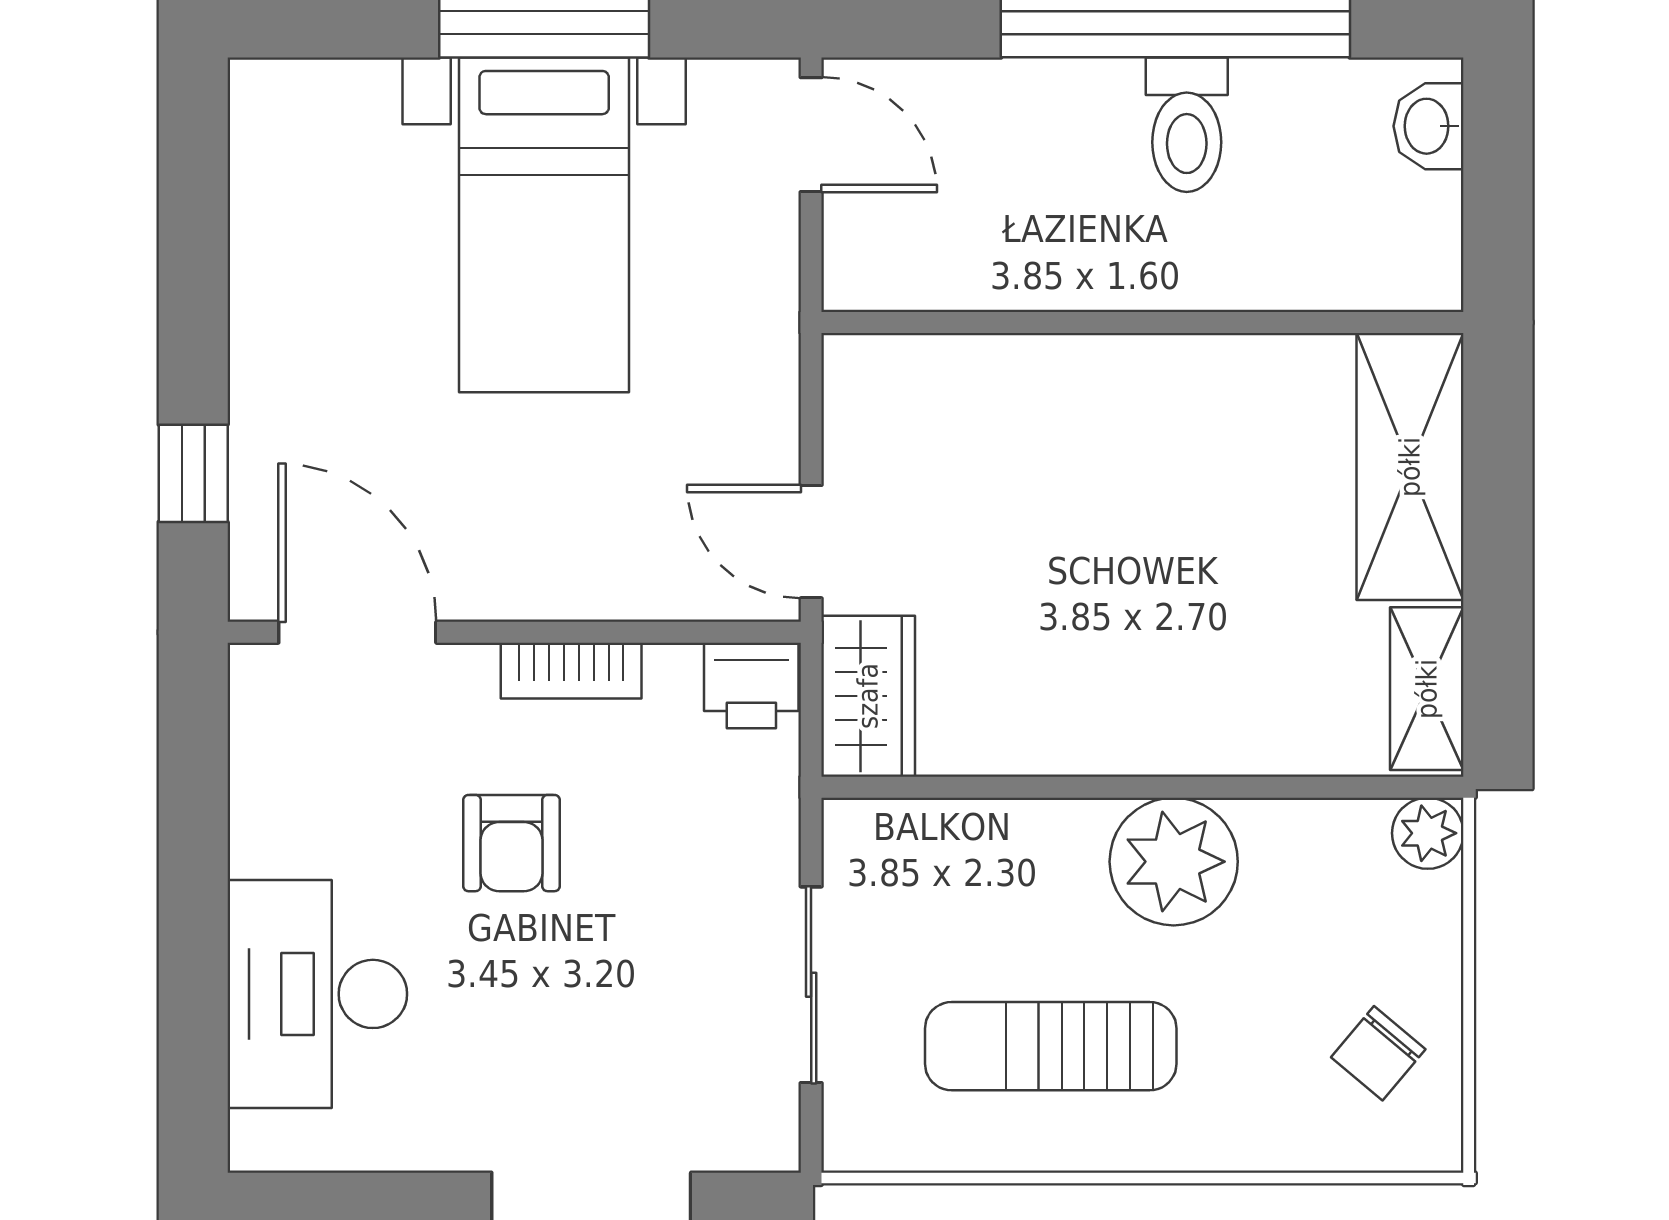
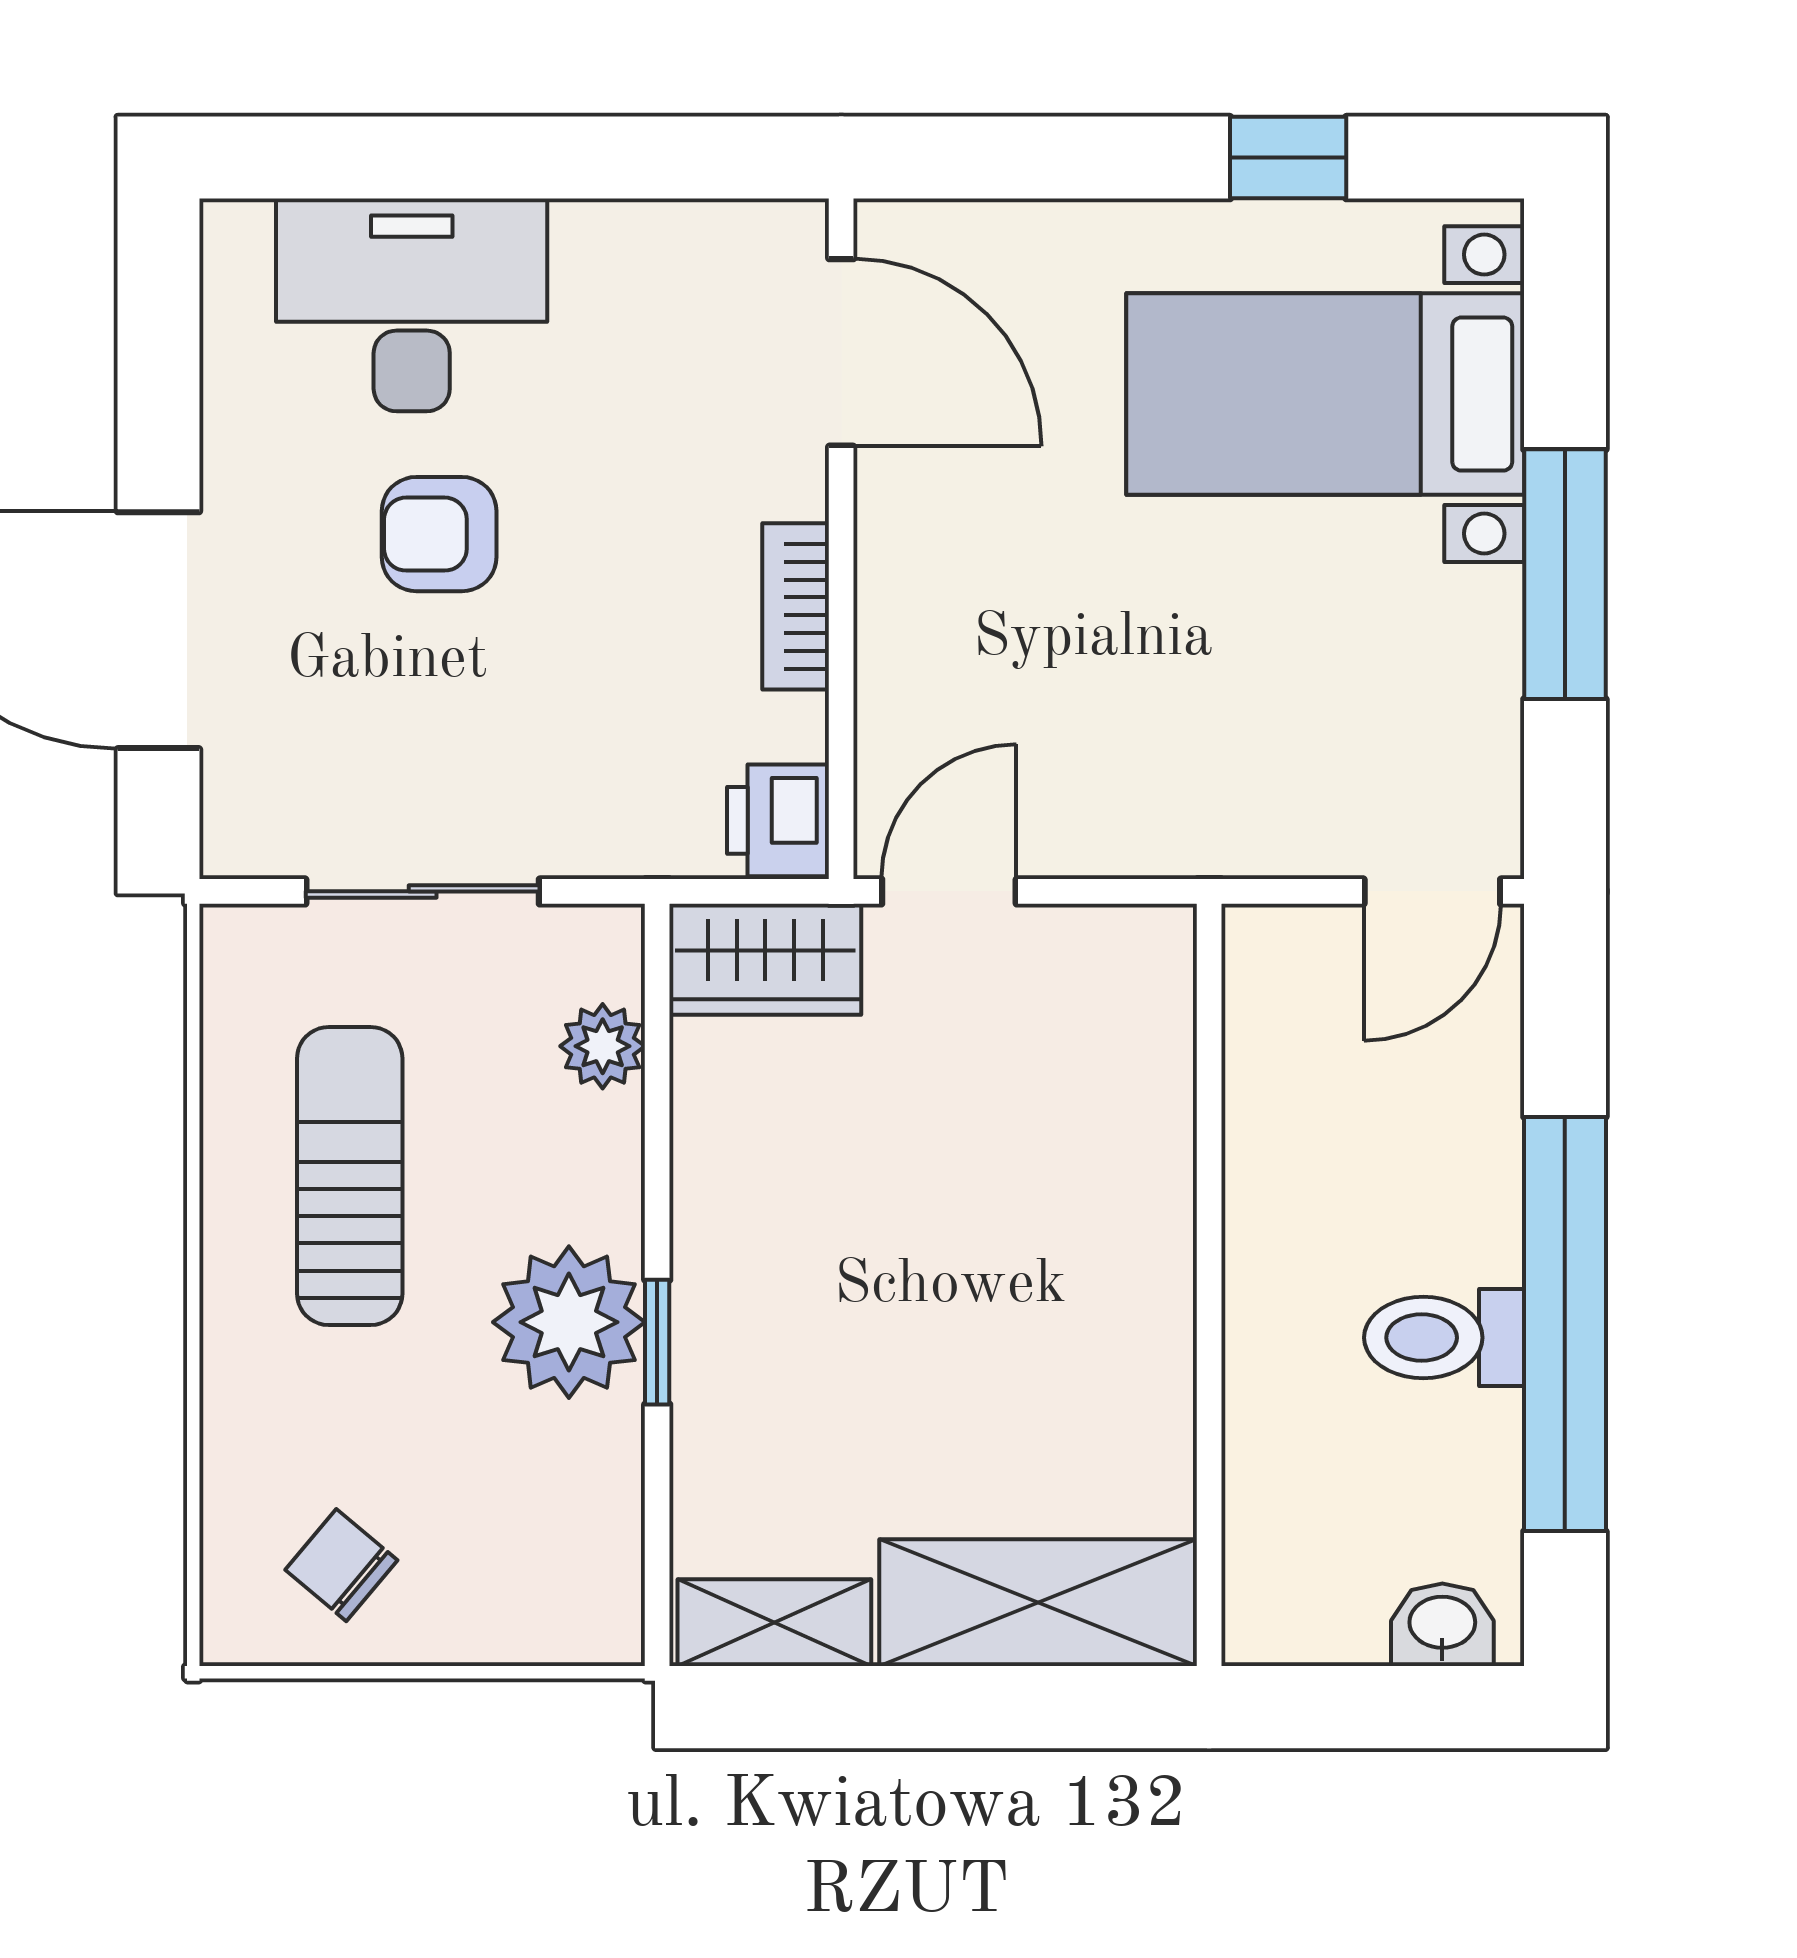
bed with nightstands: (544, 225) -> (1325, 394), moved
window: (193, 473) -> (1288, 158), moved
door: (357, 632) -> (841, 352), hinge flipped
window: (1191, 787) -> (657, 1342), added
plant: (1428, 833) -> (603, 1046), moved
armchair: (511, 843) -> (439, 534), moved

